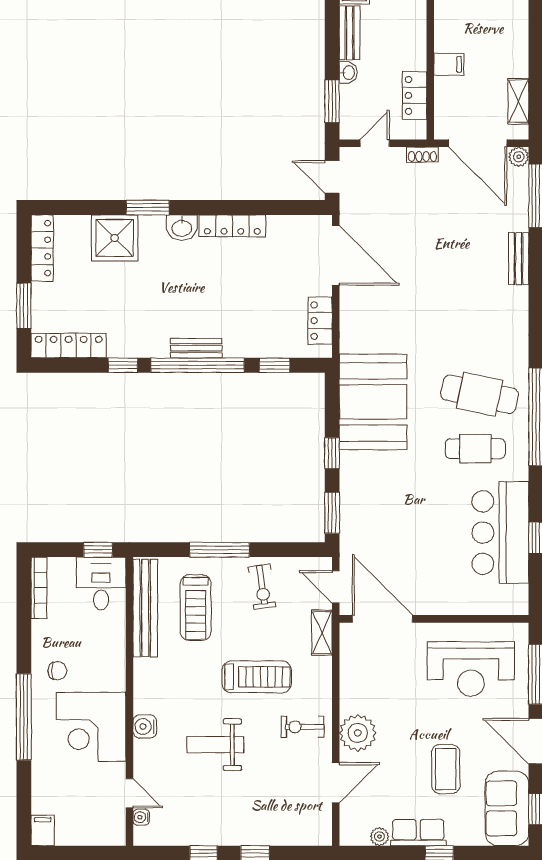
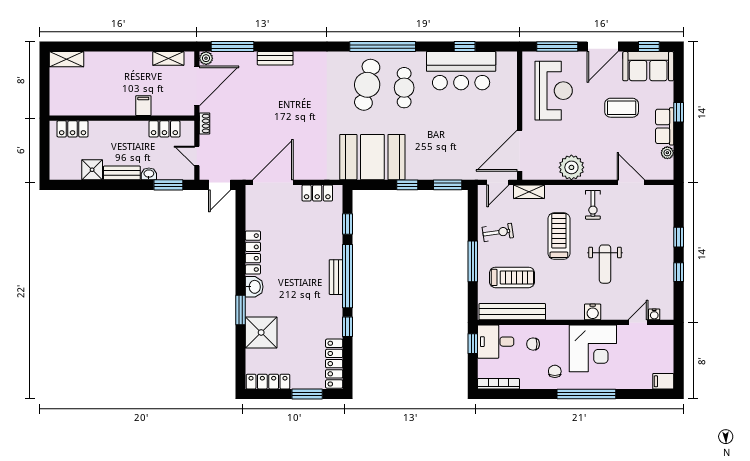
chair: (98, 639) -> (533, 344), added
plant: (358, 733) -> (571, 167), moved

